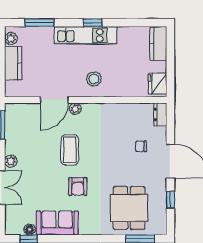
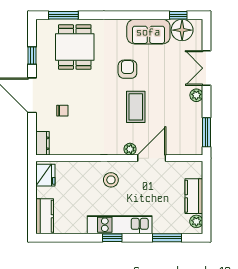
floor lamp: (30, 229) -> (182, 30), width x1.89, depth x1.89

